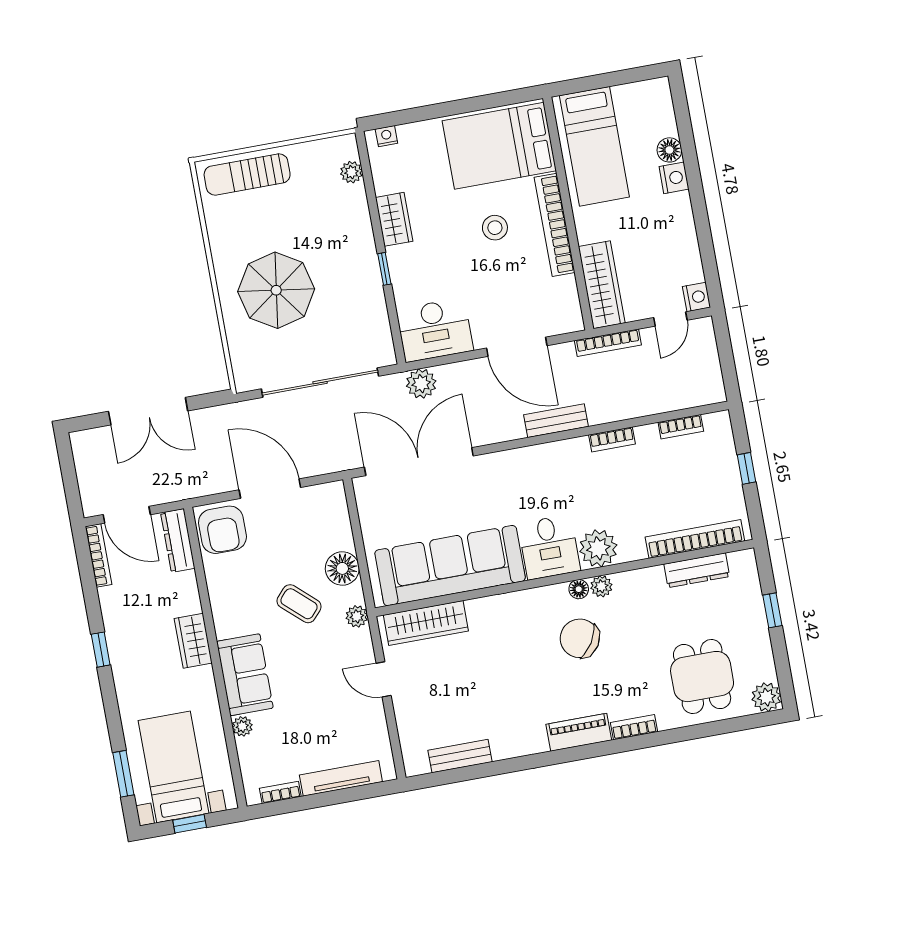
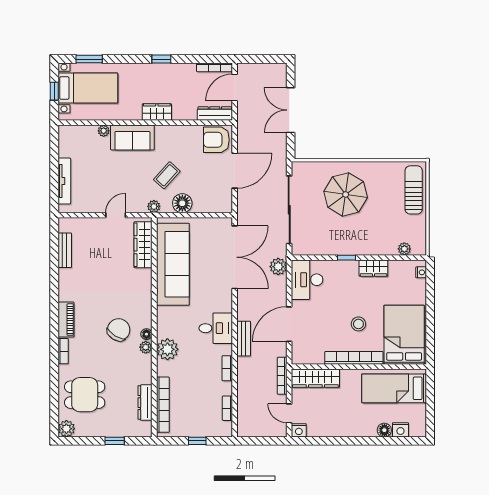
nightstand: (674, 178) -> (400, 430), moved
desk: (549, 547) -> (216, 328), moved, turned 180
bookcase: (280, 792) -> (63, 145), removed

